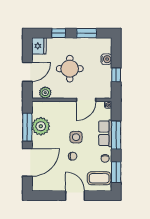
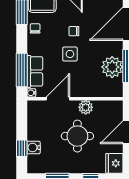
window: (116, 75) -> (22, 148), moved
plant: (45, 93) -> (86, 107), moved
row of seats: (105, 133) -> (35, 71), moved
window: (116, 135) -> (22, 70), moved

